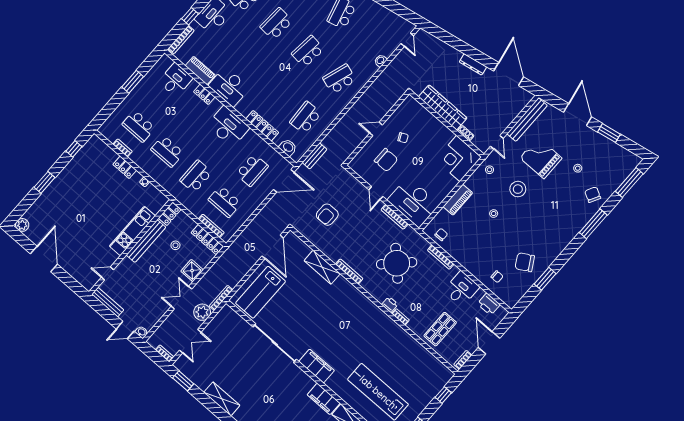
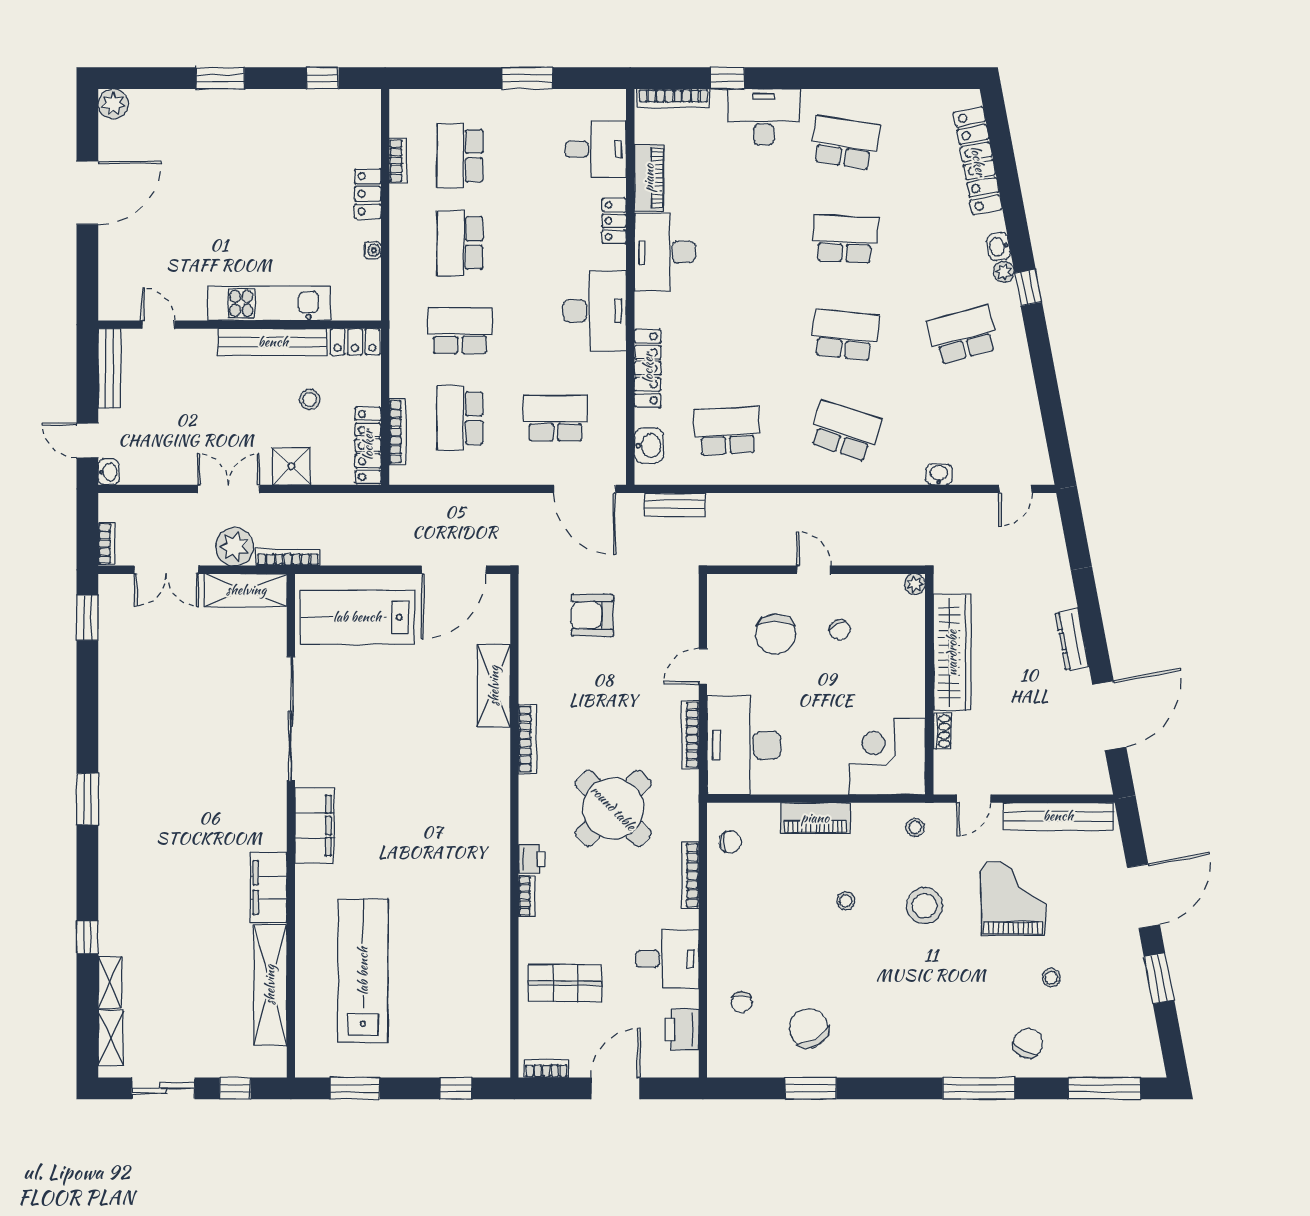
plant: (410, 100) -> (915, 584), added
school desk: (252, 170) -> (555, 418), turned 180
shelving: (222, 399) -> (246, 590), moved, turned 90

